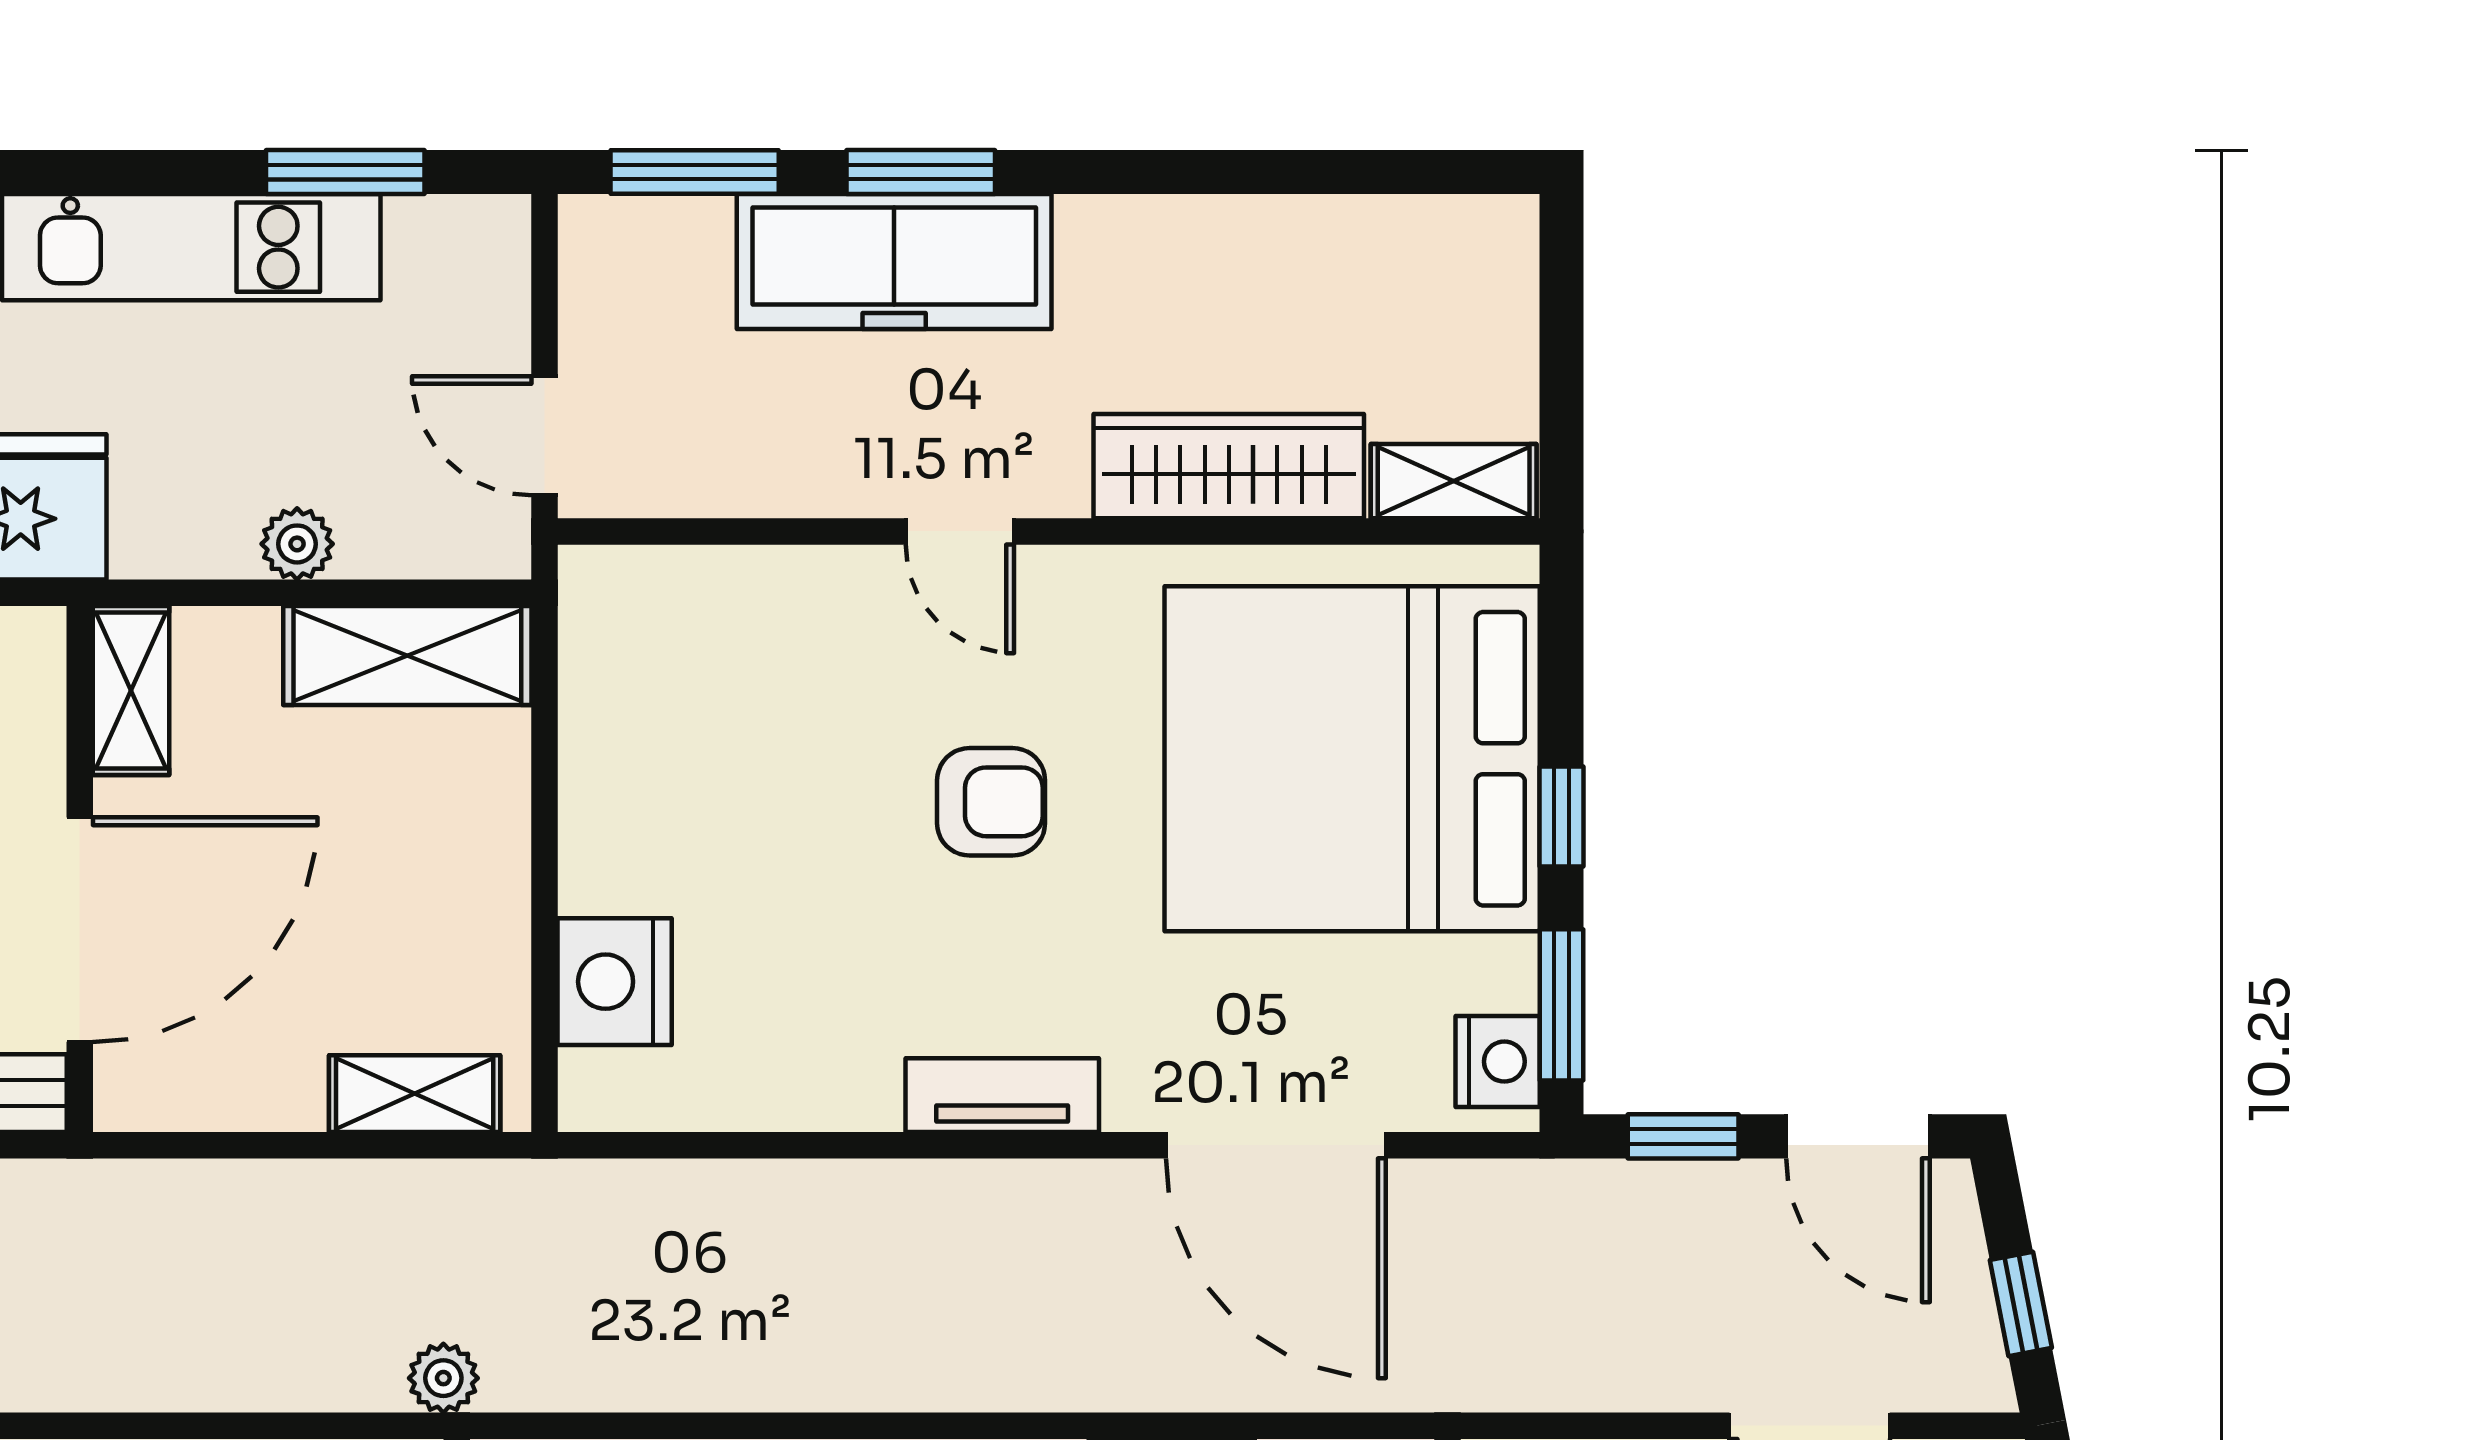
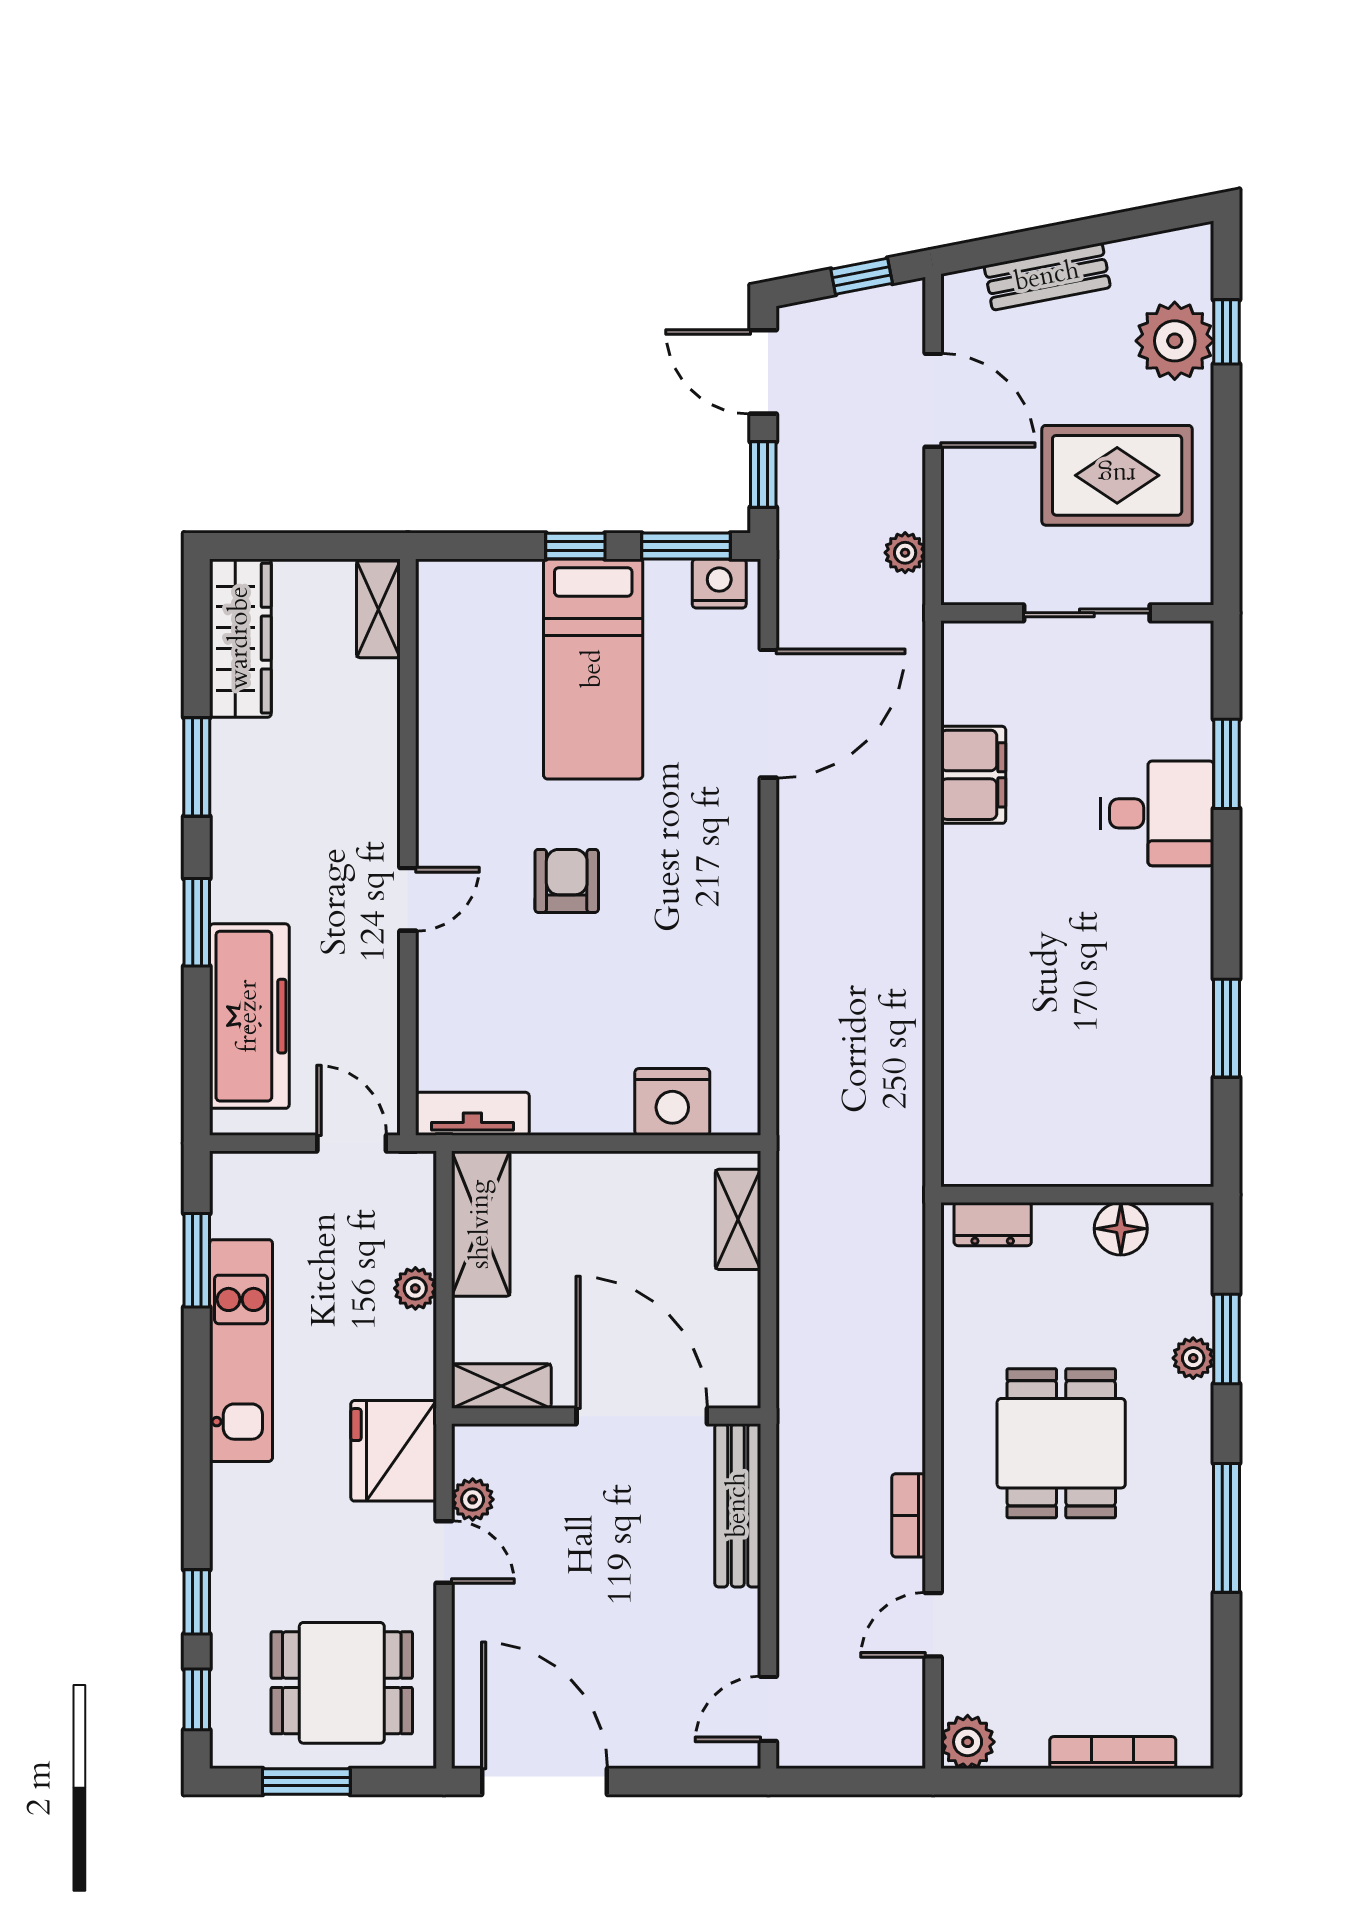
window: (695, 172) -> (197, 767), moved
freezer: (894, 261) -> (249, 1016), moved
door: (545, 436) -> (352, 1143), swing flipped
wardrobe: (1229, 466) -> (240, 638), moved, turned 180
bed: (1352, 759) -> (593, 669), width x0.49
tv unit: (1002, 1095) -> (472, 1114), moved, turned 90
door: (1858, 1136) -> (763, 372), swing flipped
plant: (443, 1378) -> (905, 553), moved

